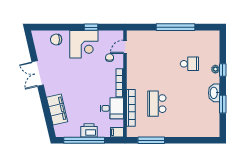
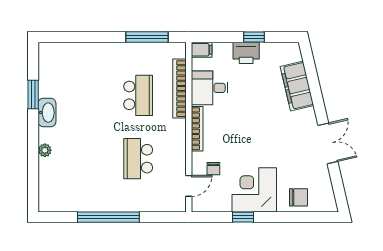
school desk: (189, 64) -> (138, 159), moved, width x1.85
window: (223, 70) -> (33, 149), removed
window: (84, 140) -> (254, 37), width x0.32

